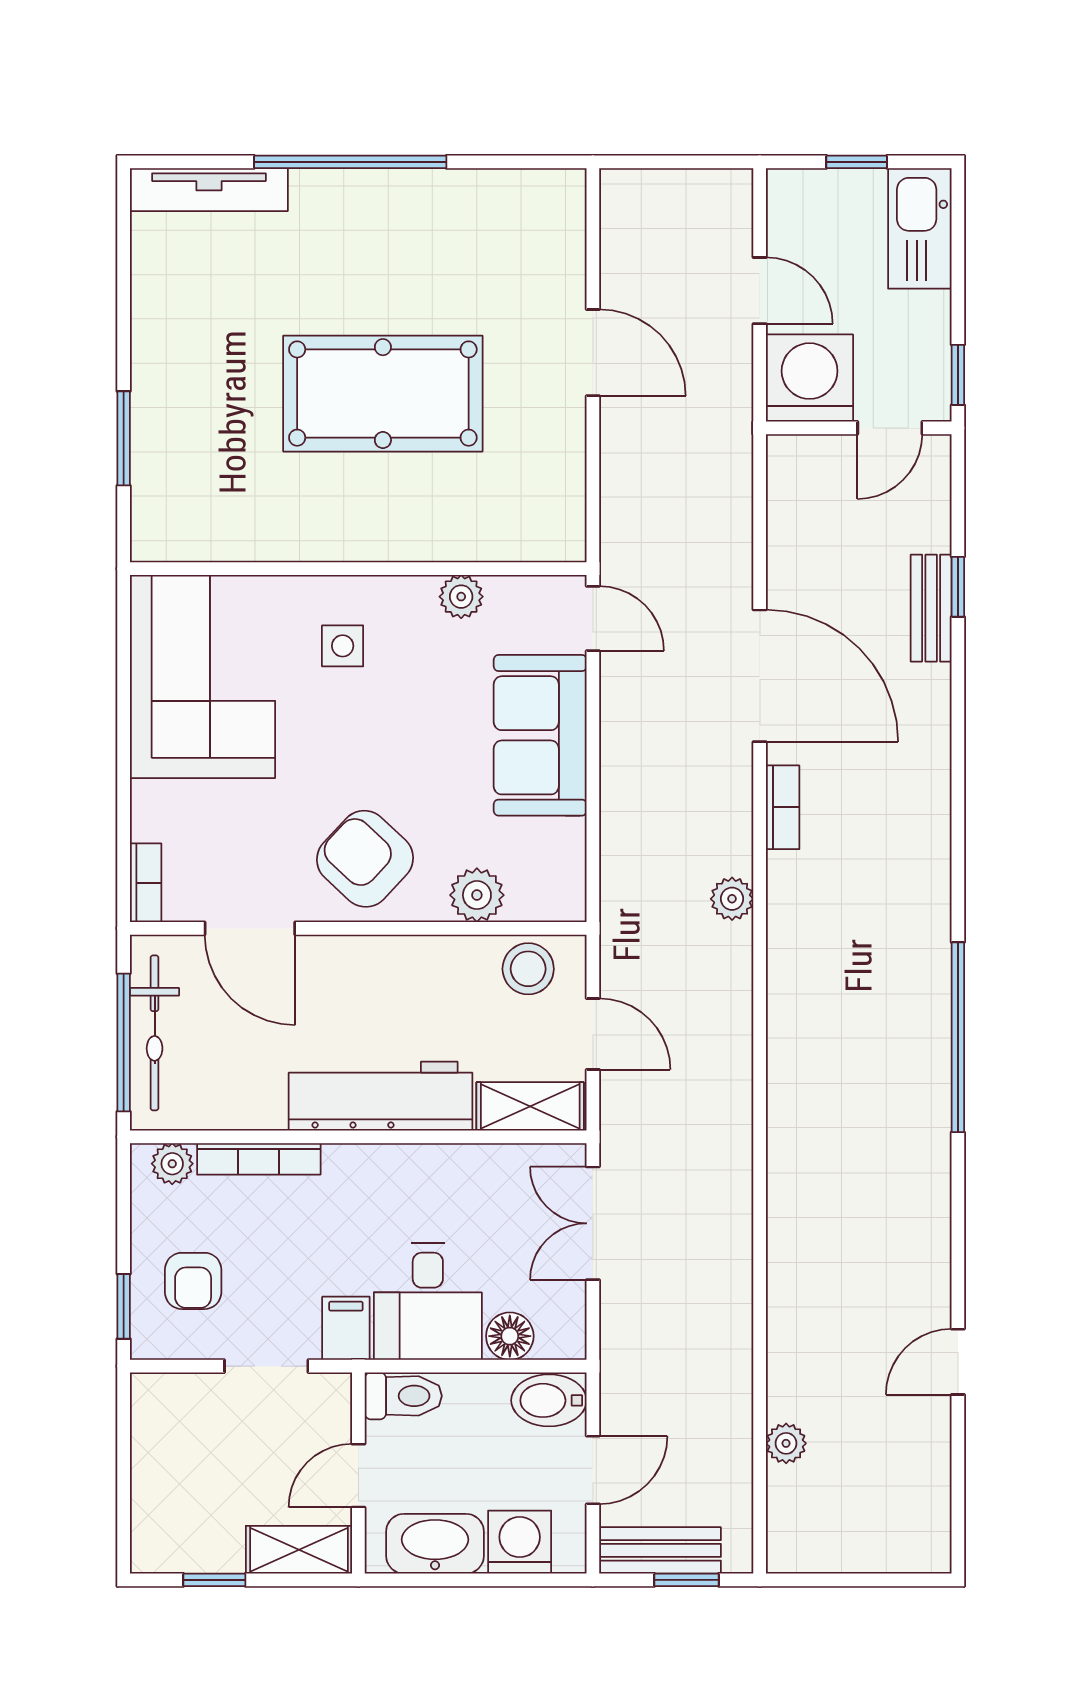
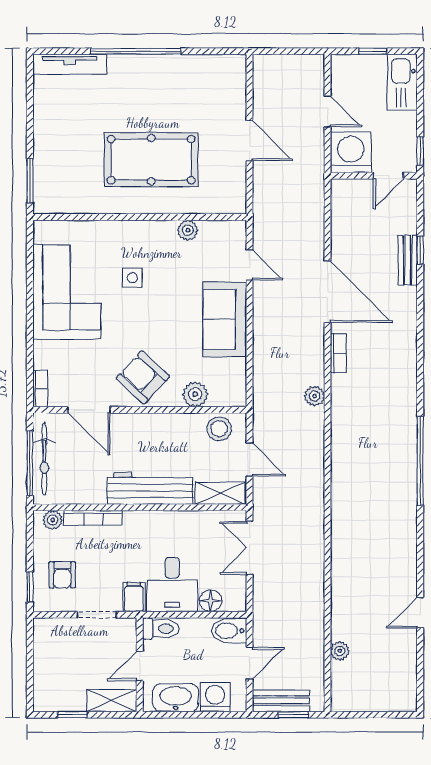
wall: (358, 569) -> (140, 217), moved
plant: (461, 597) -> (188, 230), moved

